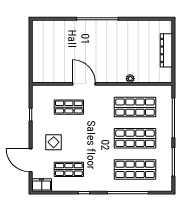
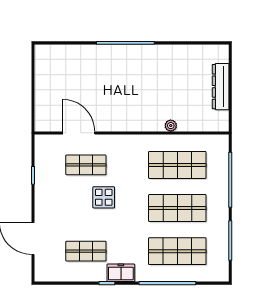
door: (84, 84) -> (79, 133), moved
display table: (54, 142) -> (104, 197), moved
freezer: (42, 185) -> (121, 273), moved

